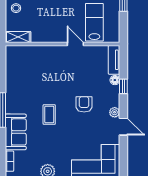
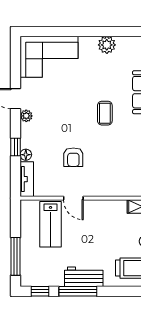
armchair: (84, 104) -> (73, 157), moved

